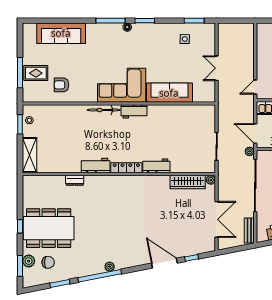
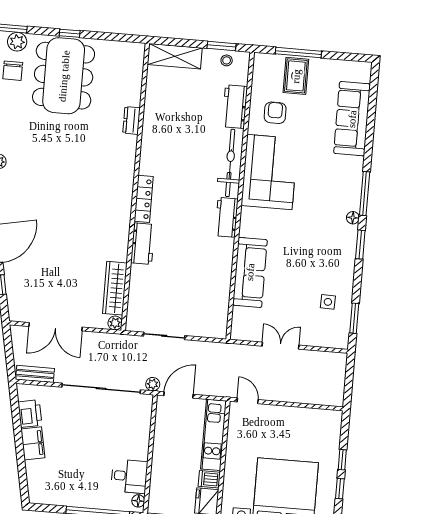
corner sofa: (122, 85) -> (269, 172), moved
bicycle: (104, 110) -> (230, 163), width x1.37, depth x1.40
workbench: (96, 166) -> (235, 107), moved, turned 180

